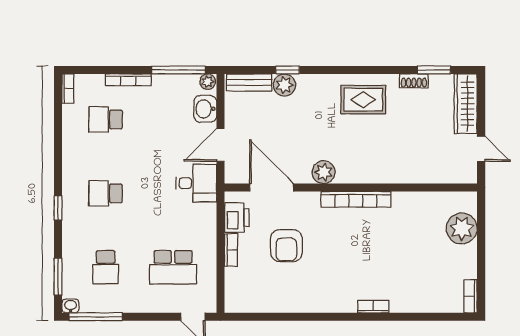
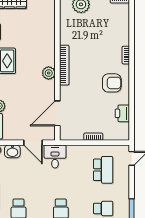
plant: (324, 172) -> (49, 73), moved
printer: (237, 217) -> (122, 113), moved, turned -90
armchair: (286, 246) -> (112, 83), moved

